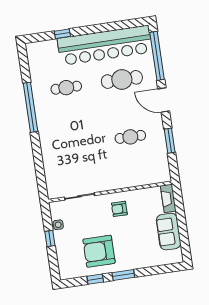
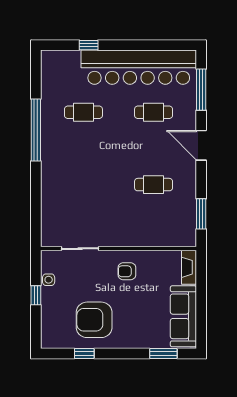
window: (157, 56) -> (201, 90), width x0.68
cafe table: (122, 79) -> (154, 112), width x0.73, depth x0.74
window: (170, 141) -> (201, 214), moved
sofa: (169, 232) -> (183, 316), width x1.36
window: (123, 275) -> (163, 354), moved

